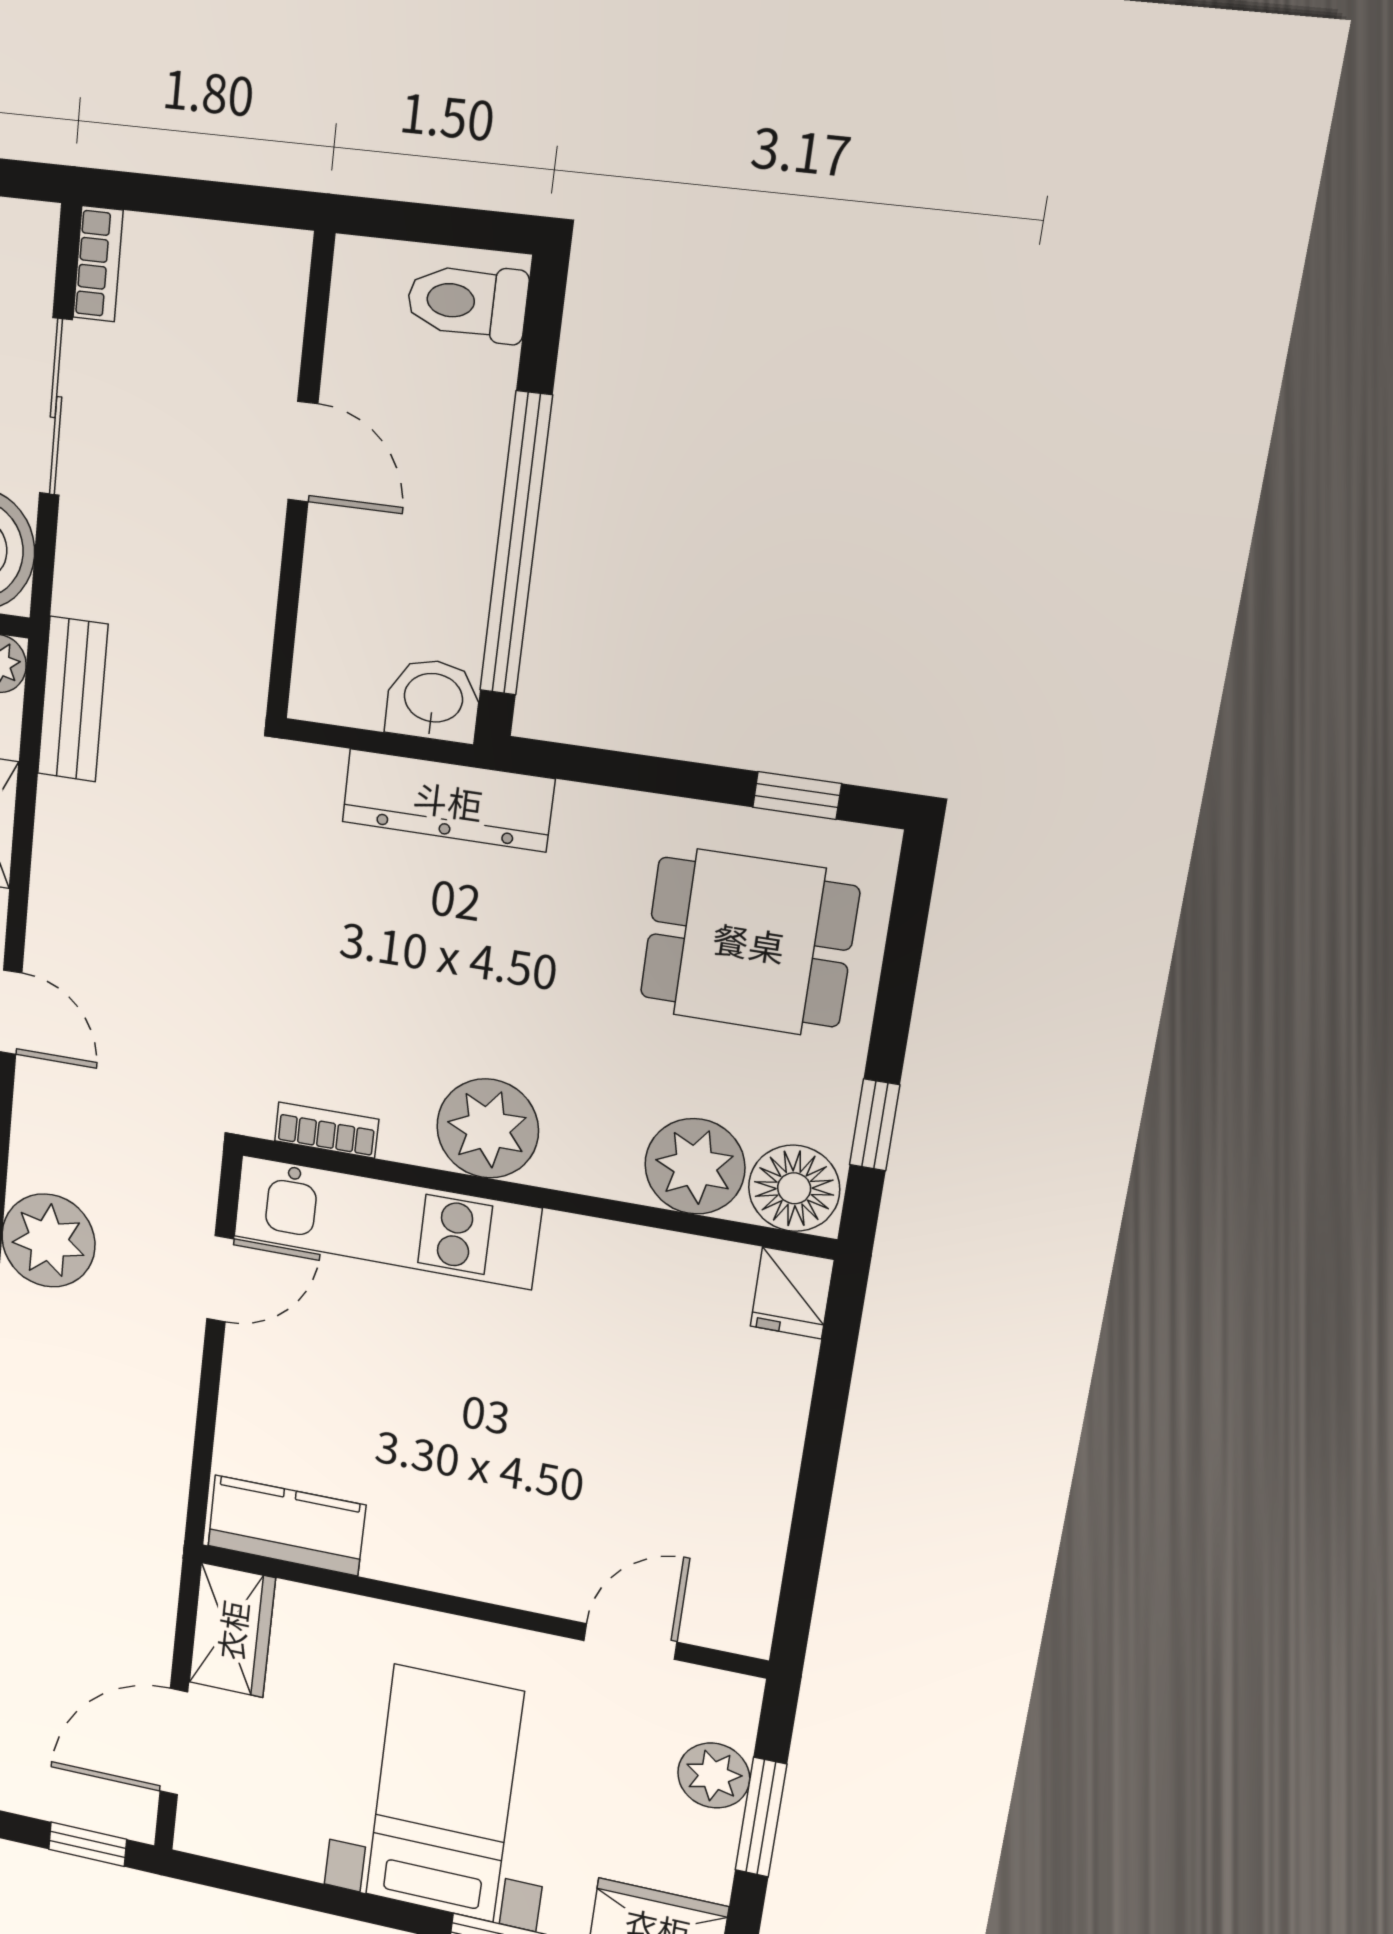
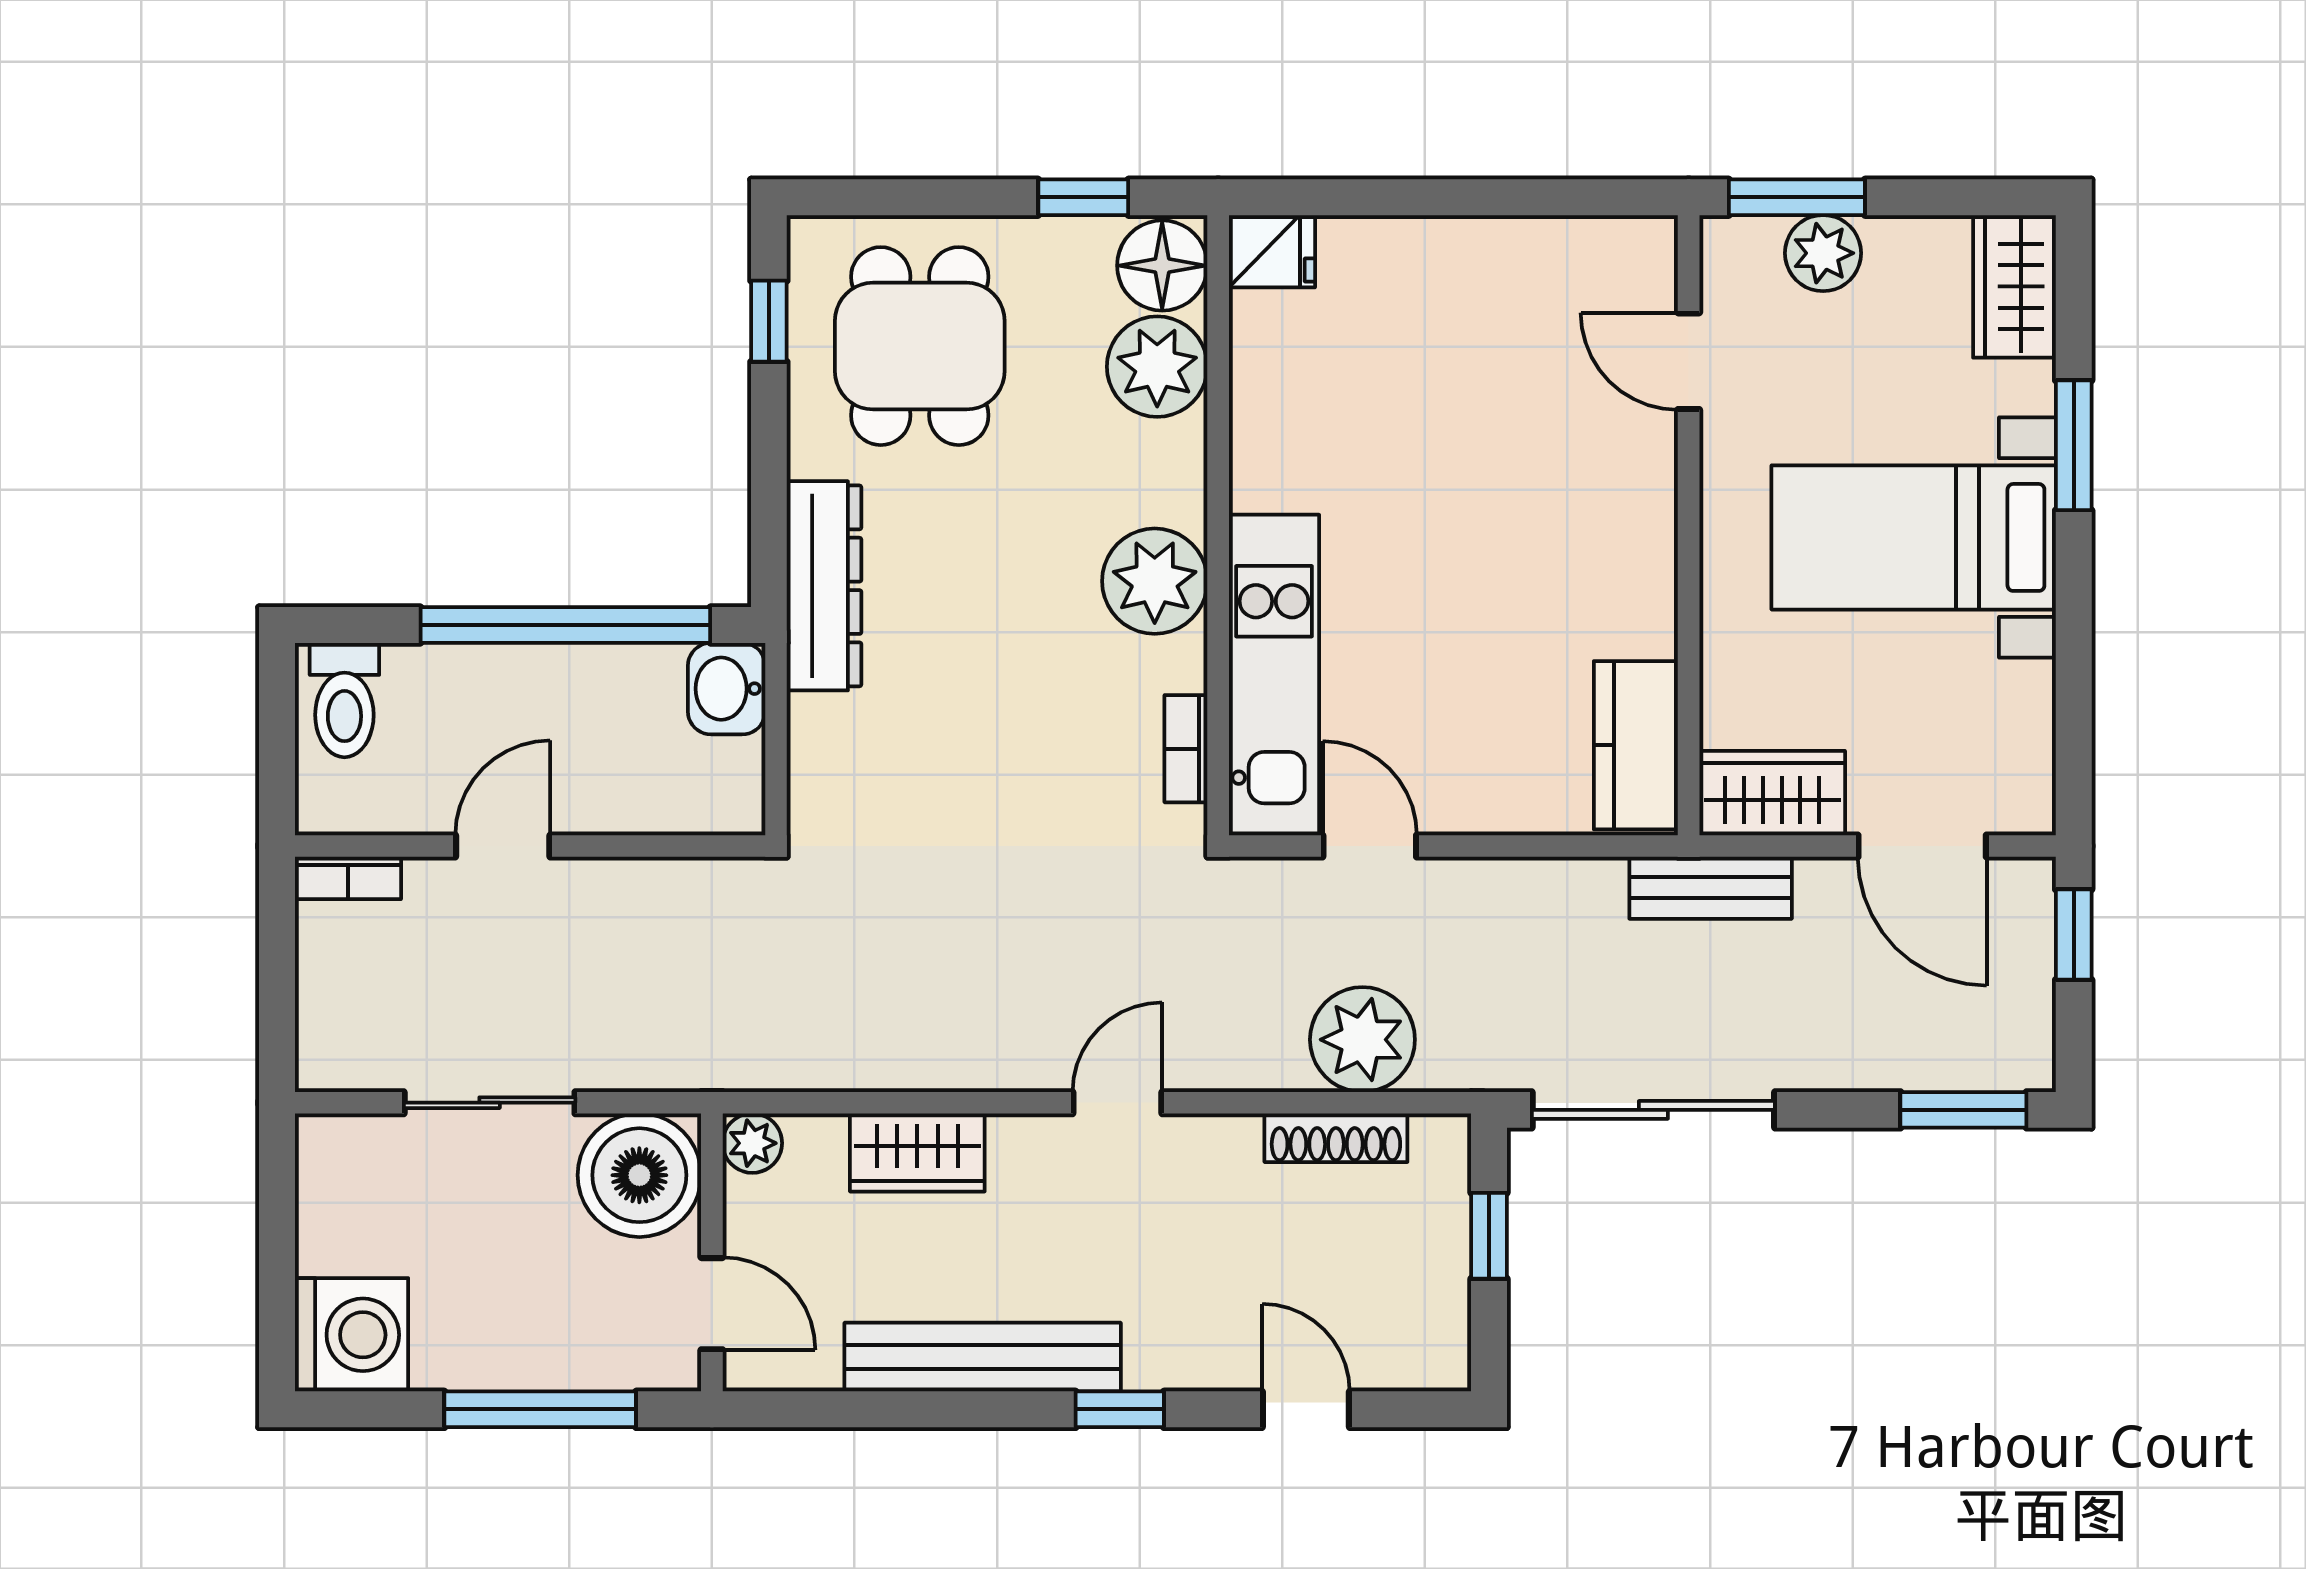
bookcase: (98, 264) -> (348, 878), moved, turned 180
bench: (73, 699) -> (1711, 888), moved
dresser: (448, 800) -> (824, 586), moved
window: (761, 1817) -> (1797, 197), moved

